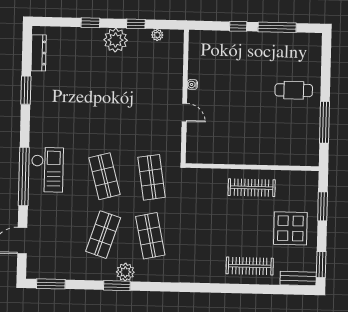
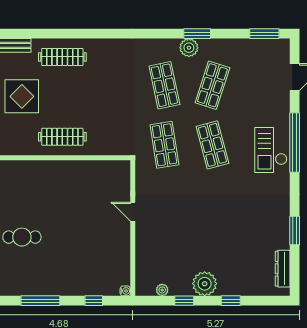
window: (238, 26) -> (94, 301), moved
water cooler: (192, 84) -> (125, 291), moved

